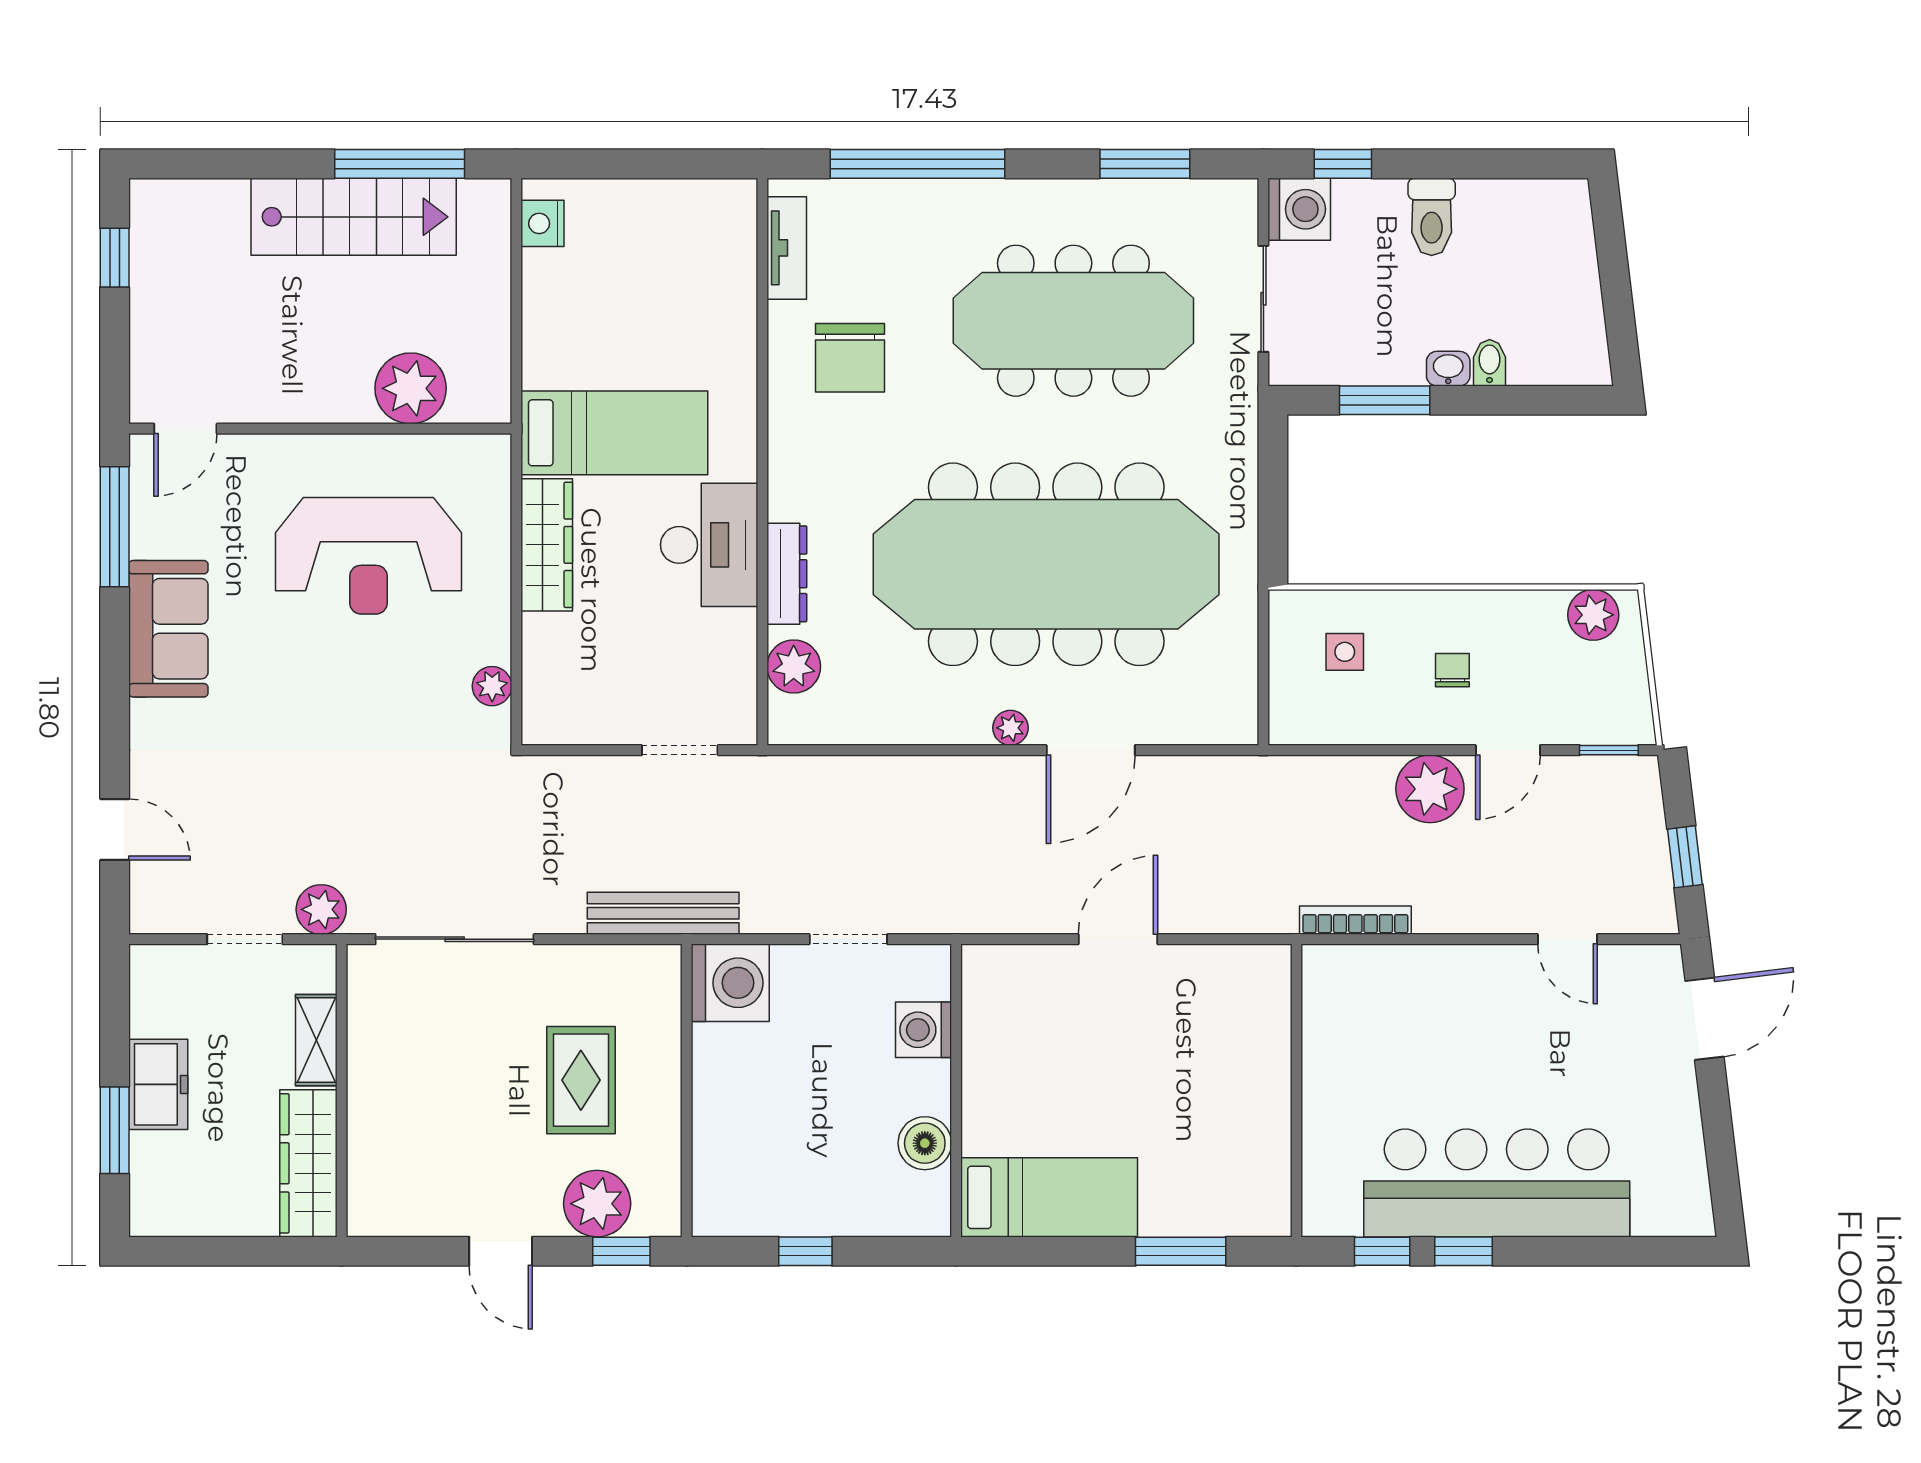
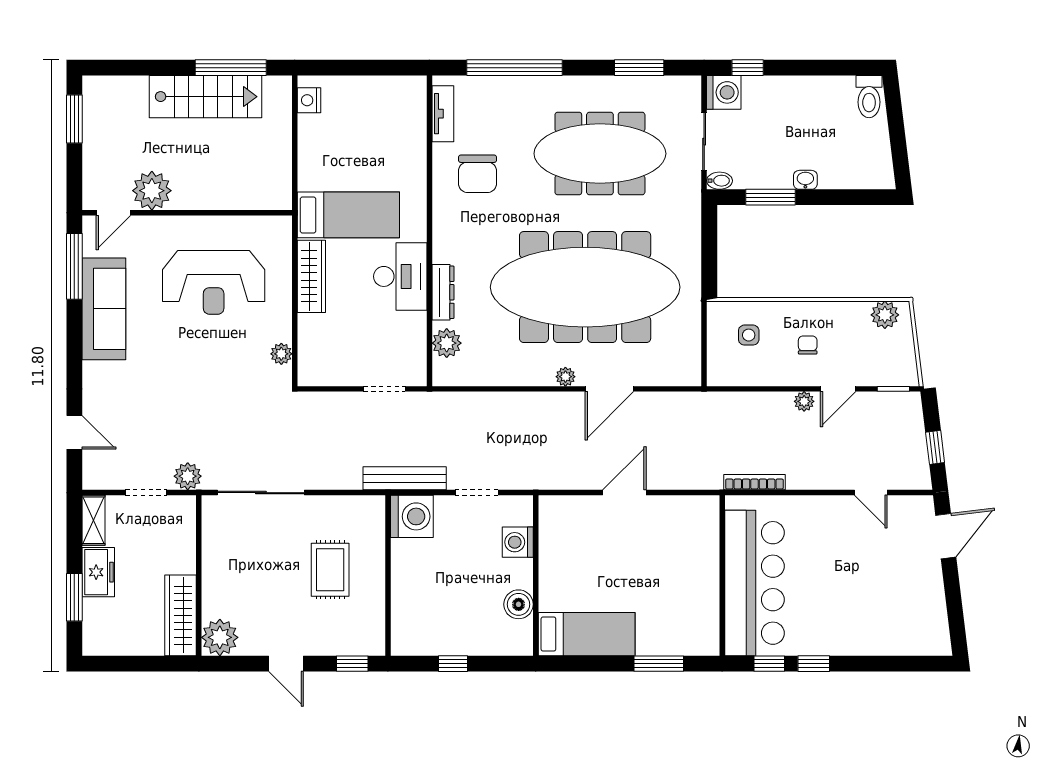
toilet: (1432, 217) -> (869, 97), moved
window: (115, 258) -> (74, 119), width x1.50
bidet: (1490, 363) -> (719, 181), moved, turned 90
plant: (411, 388) -> (152, 191), moved
sofa: (168, 629) -> (104, 309), width x1.36
plant: (1430, 789) -> (804, 401), width x0.53, depth x0.53
bench: (663, 913) -> (405, 478), moved
shelving: (316, 1040) -> (94, 520), moved
bar counter: (1497, 1183) -> (754, 583), moved, turned 90
plant: (597, 1204) -> (220, 637), moved

